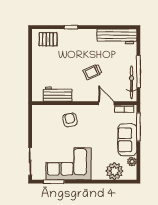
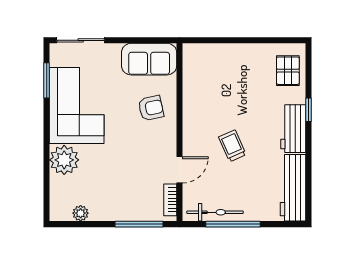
workbench: (58, 94) -> (293, 129), moved, turned 180
sofa: (127, 140) -> (149, 59), moved, turned 180
plant: (114, 171) -> (64, 160), moved

